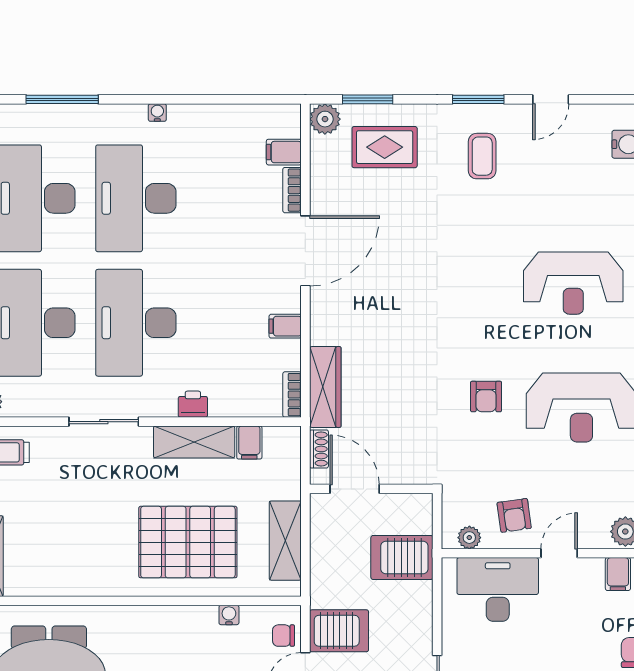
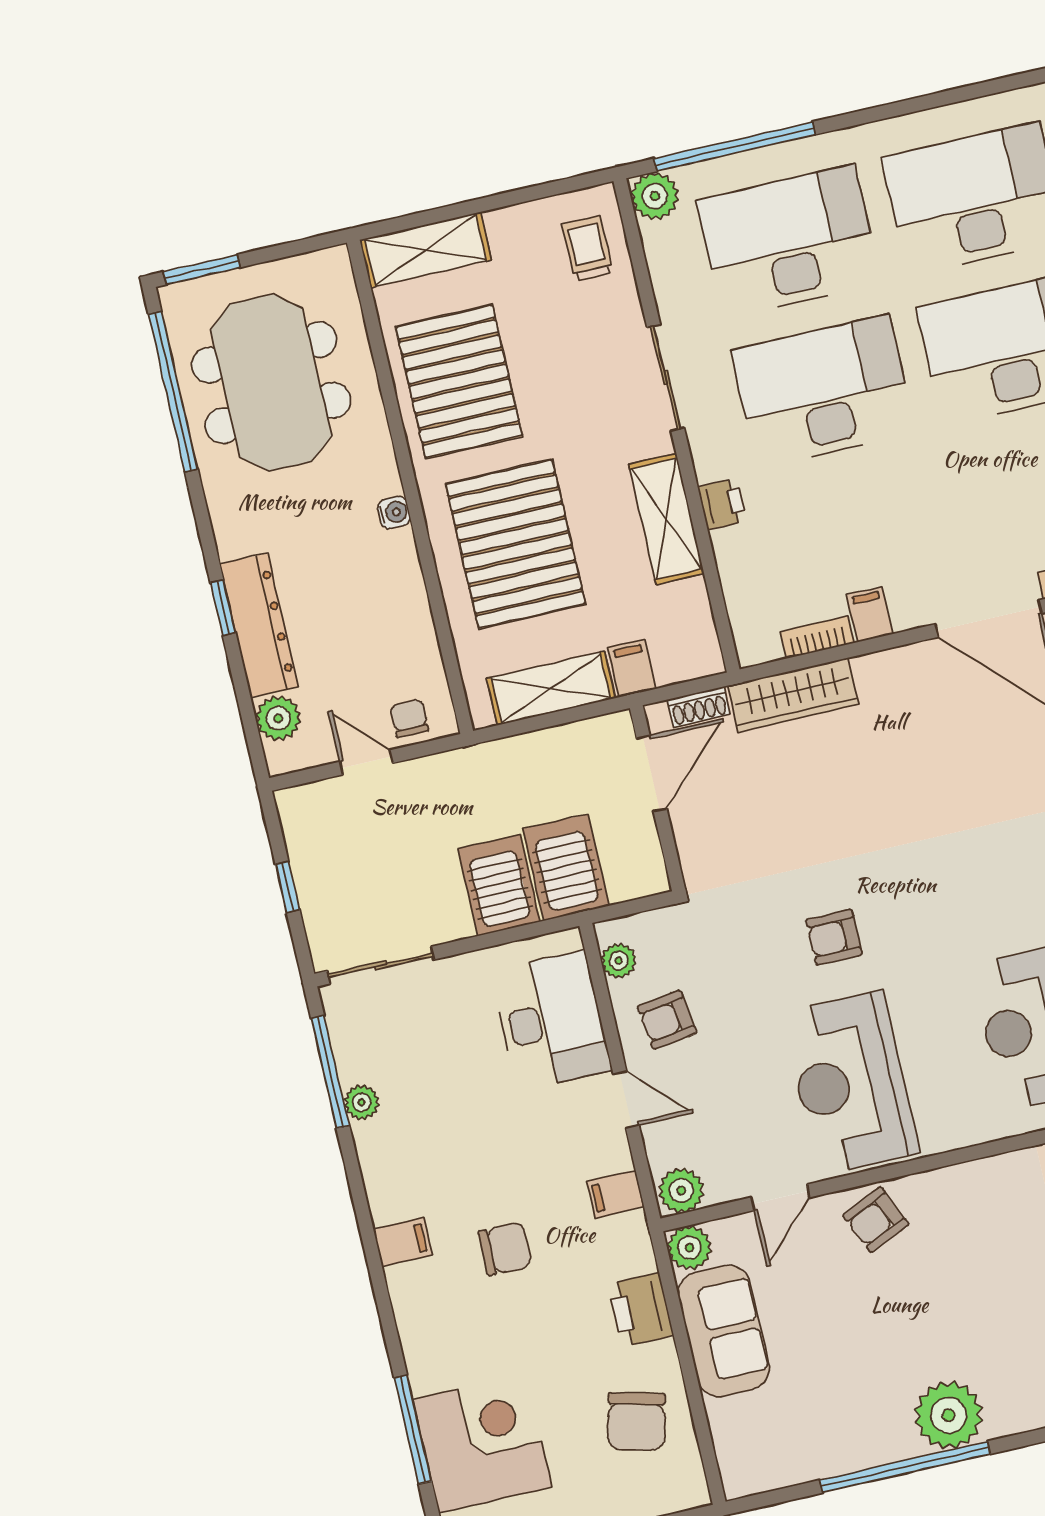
bookcase: (292, 395) -> (817, 637), moved
filing cabinet: (249, 443) -> (632, 668), moved, turned 90
pallet: (76, 554) -> (459, 381), added
water cooler: (229, 615) -> (394, 512), moved
server rack: (339, 631) -> (499, 885), moved, turned 180

